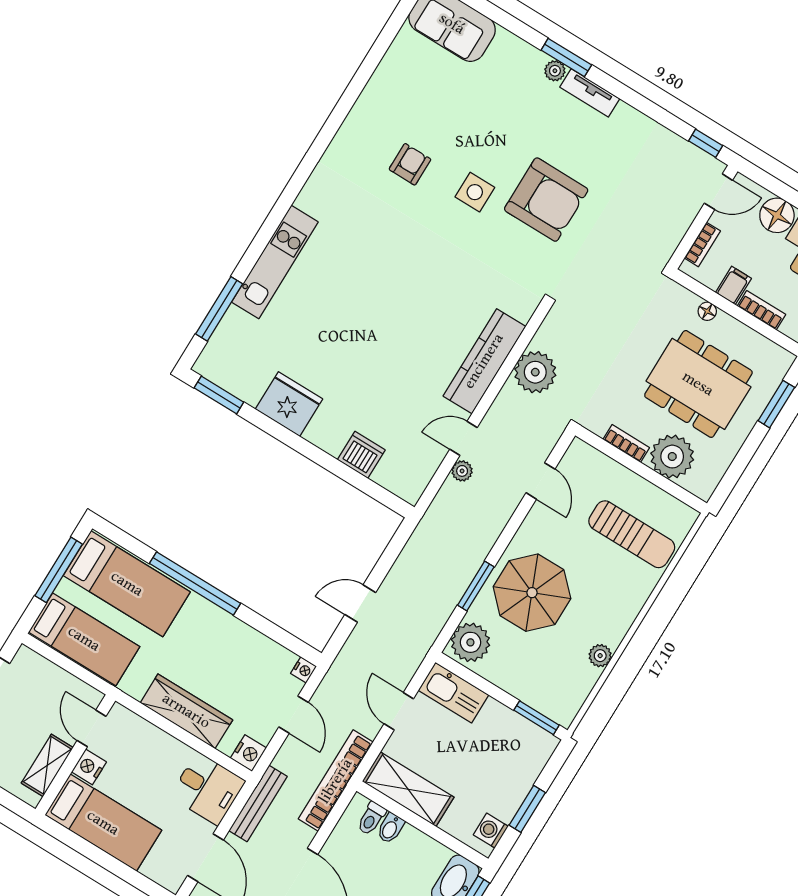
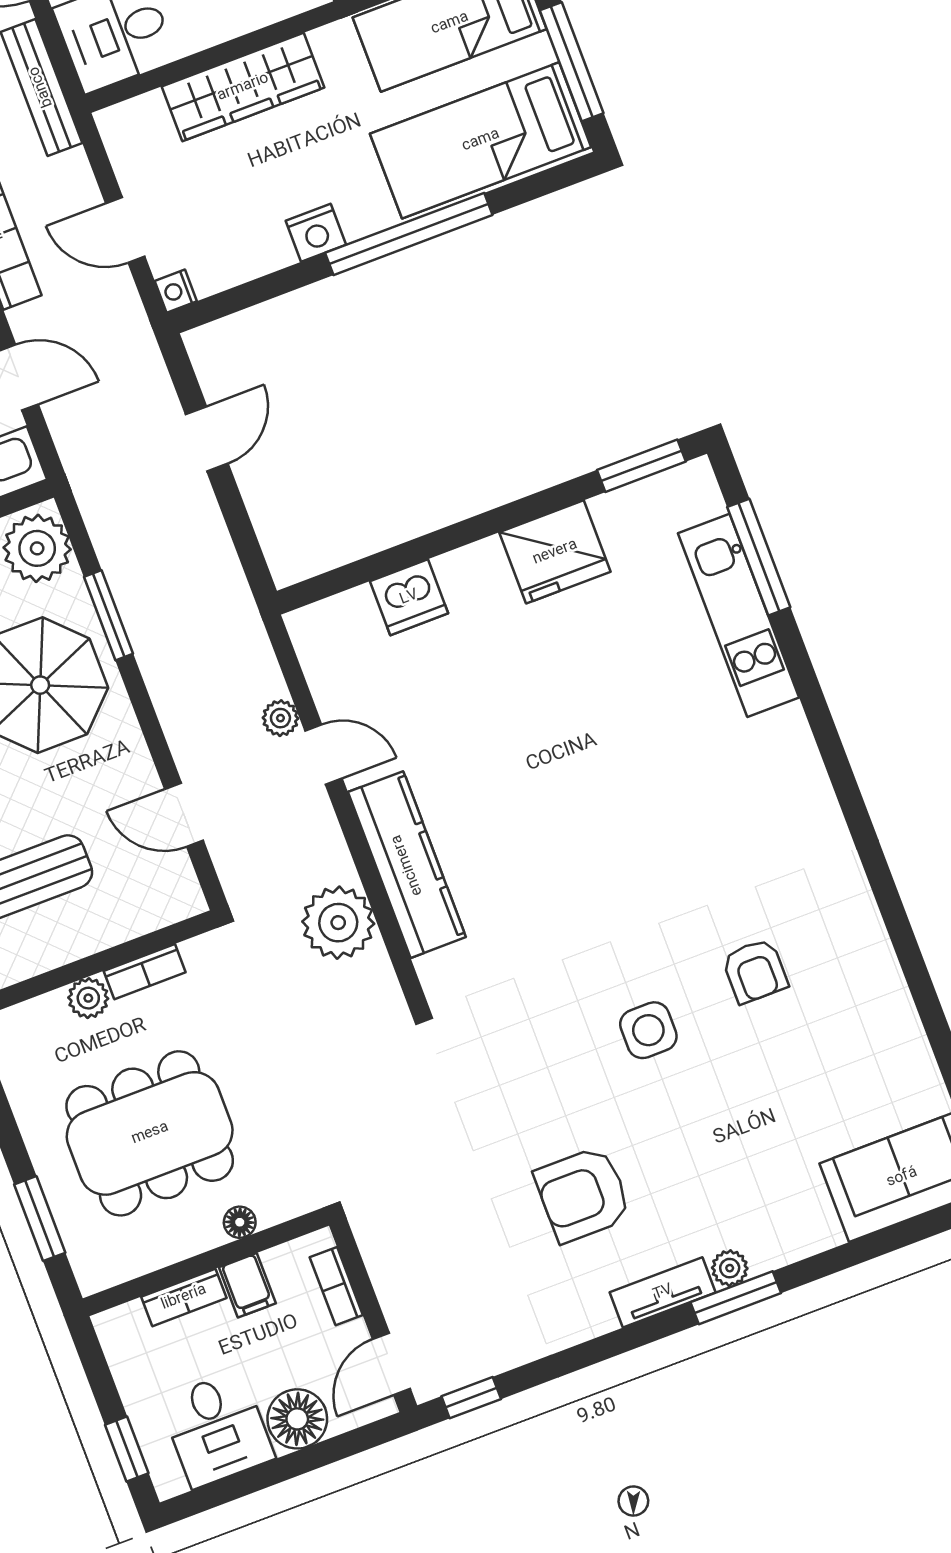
armchair: (546, 200) -> (583, 1194), moved, width x0.73, depth x0.73
kitchen unit: (275, 262) -> (739, 615), moved
door: (463, 438) -> (323, 754), hinge flipped
plant: (672, 457) -> (88, 998), width x0.53, depth x0.53
nightstand: (248, 753) -> (316, 233), moved, turned -90

